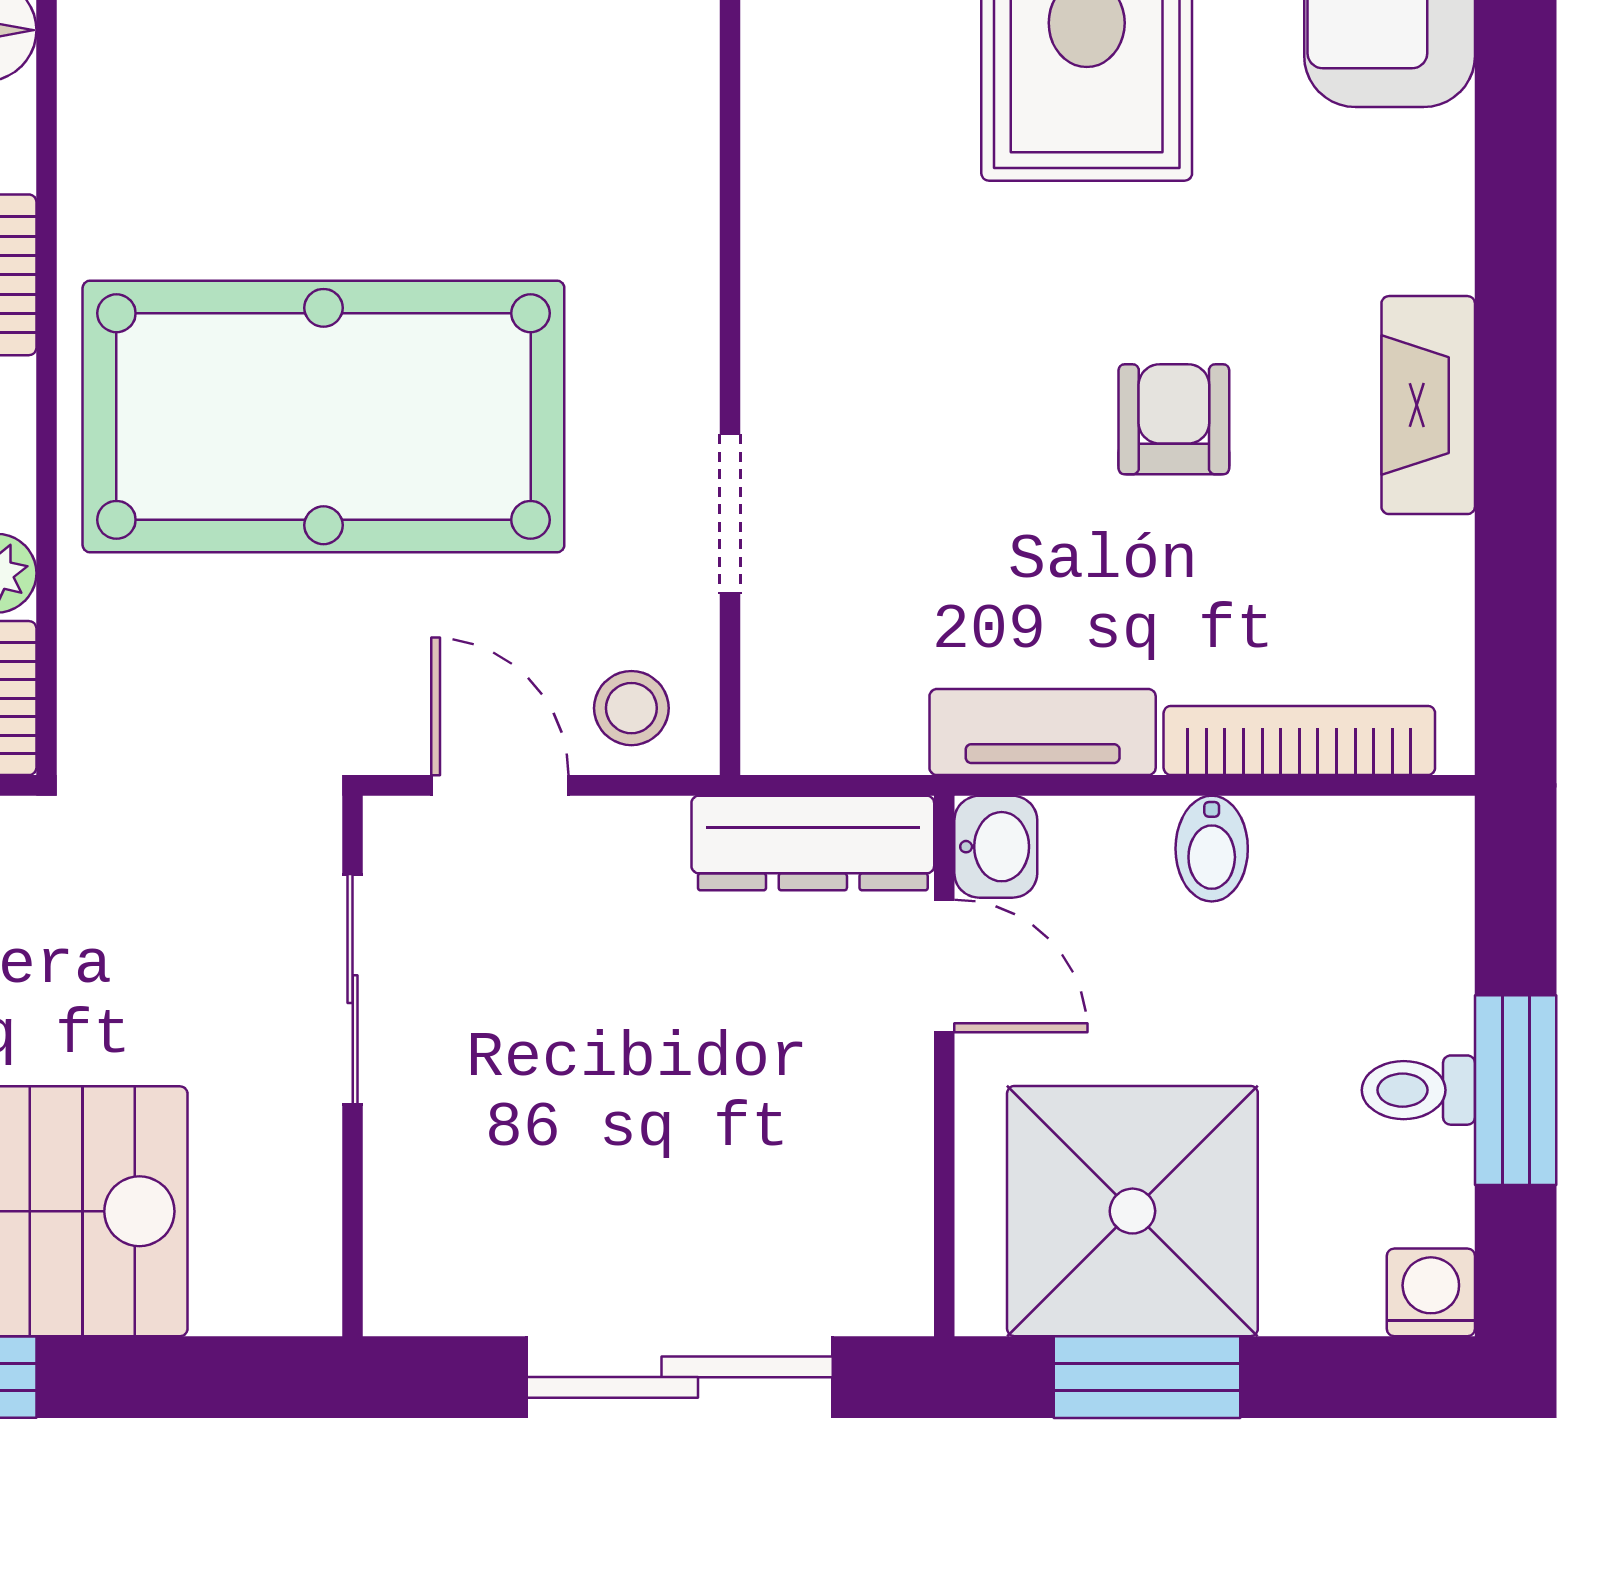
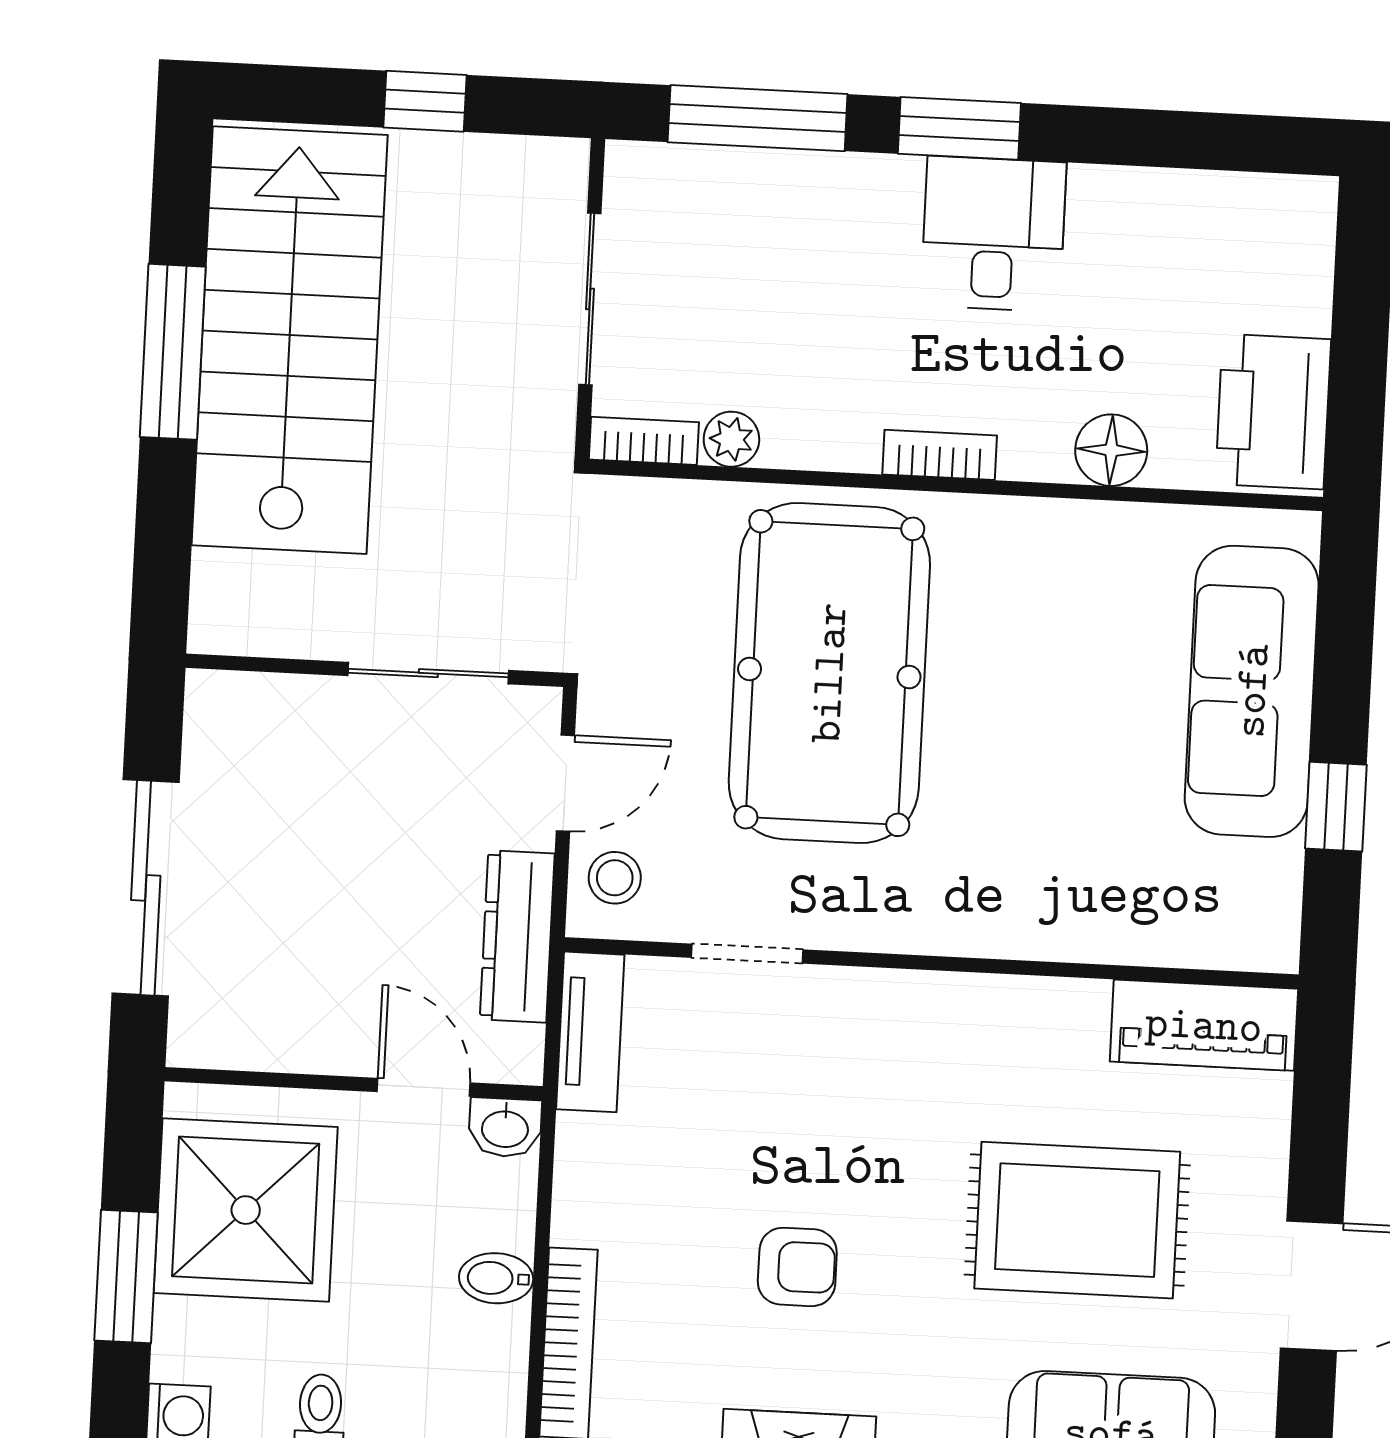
tv unit: (1043, 732) -> (590, 1032), moved
dresser: (813, 843) -> (517, 936), moved
door: (944, 966) -> (424, 1087), swing flipped
window: (1147, 1377) -> (126, 1277), moved

